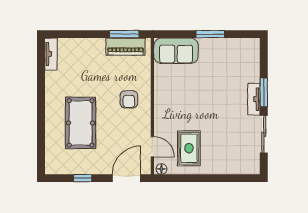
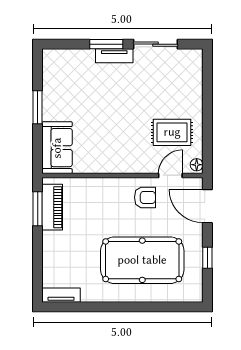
armchair: (129, 99) -> (145, 197), moved
pool table: (81, 123) -> (142, 260), width x1.36, depth x1.32

